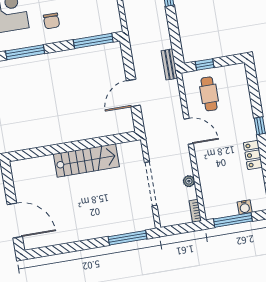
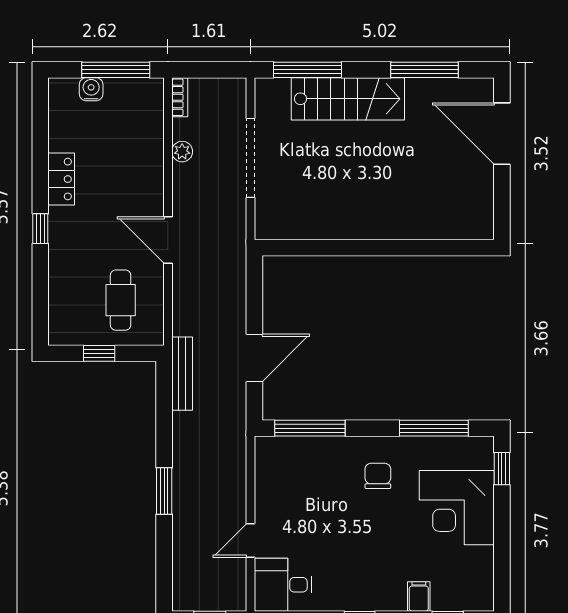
bench: (169, 64) -> (182, 374), width x1.36
window: (205, 64) -> (99, 353), moved
door: (133, 93) -> (254, 358), moved
stairs: (86, 160) -> (348, 99), moved, turned 180
window: (63, 248) -> (425, 70), added

